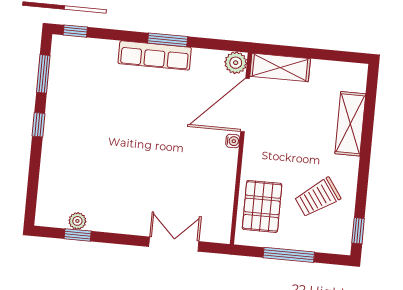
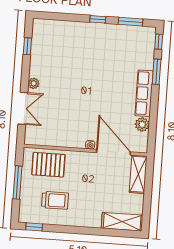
window: (168, 40) -> (157, 72), moved
plant: (236, 63) -> (142, 125), moved
shelving: (350, 124) -> (122, 222), moved
trolley: (318, 197) -> (55, 200), turned 125
plant: (77, 221) -> (34, 83), moved

